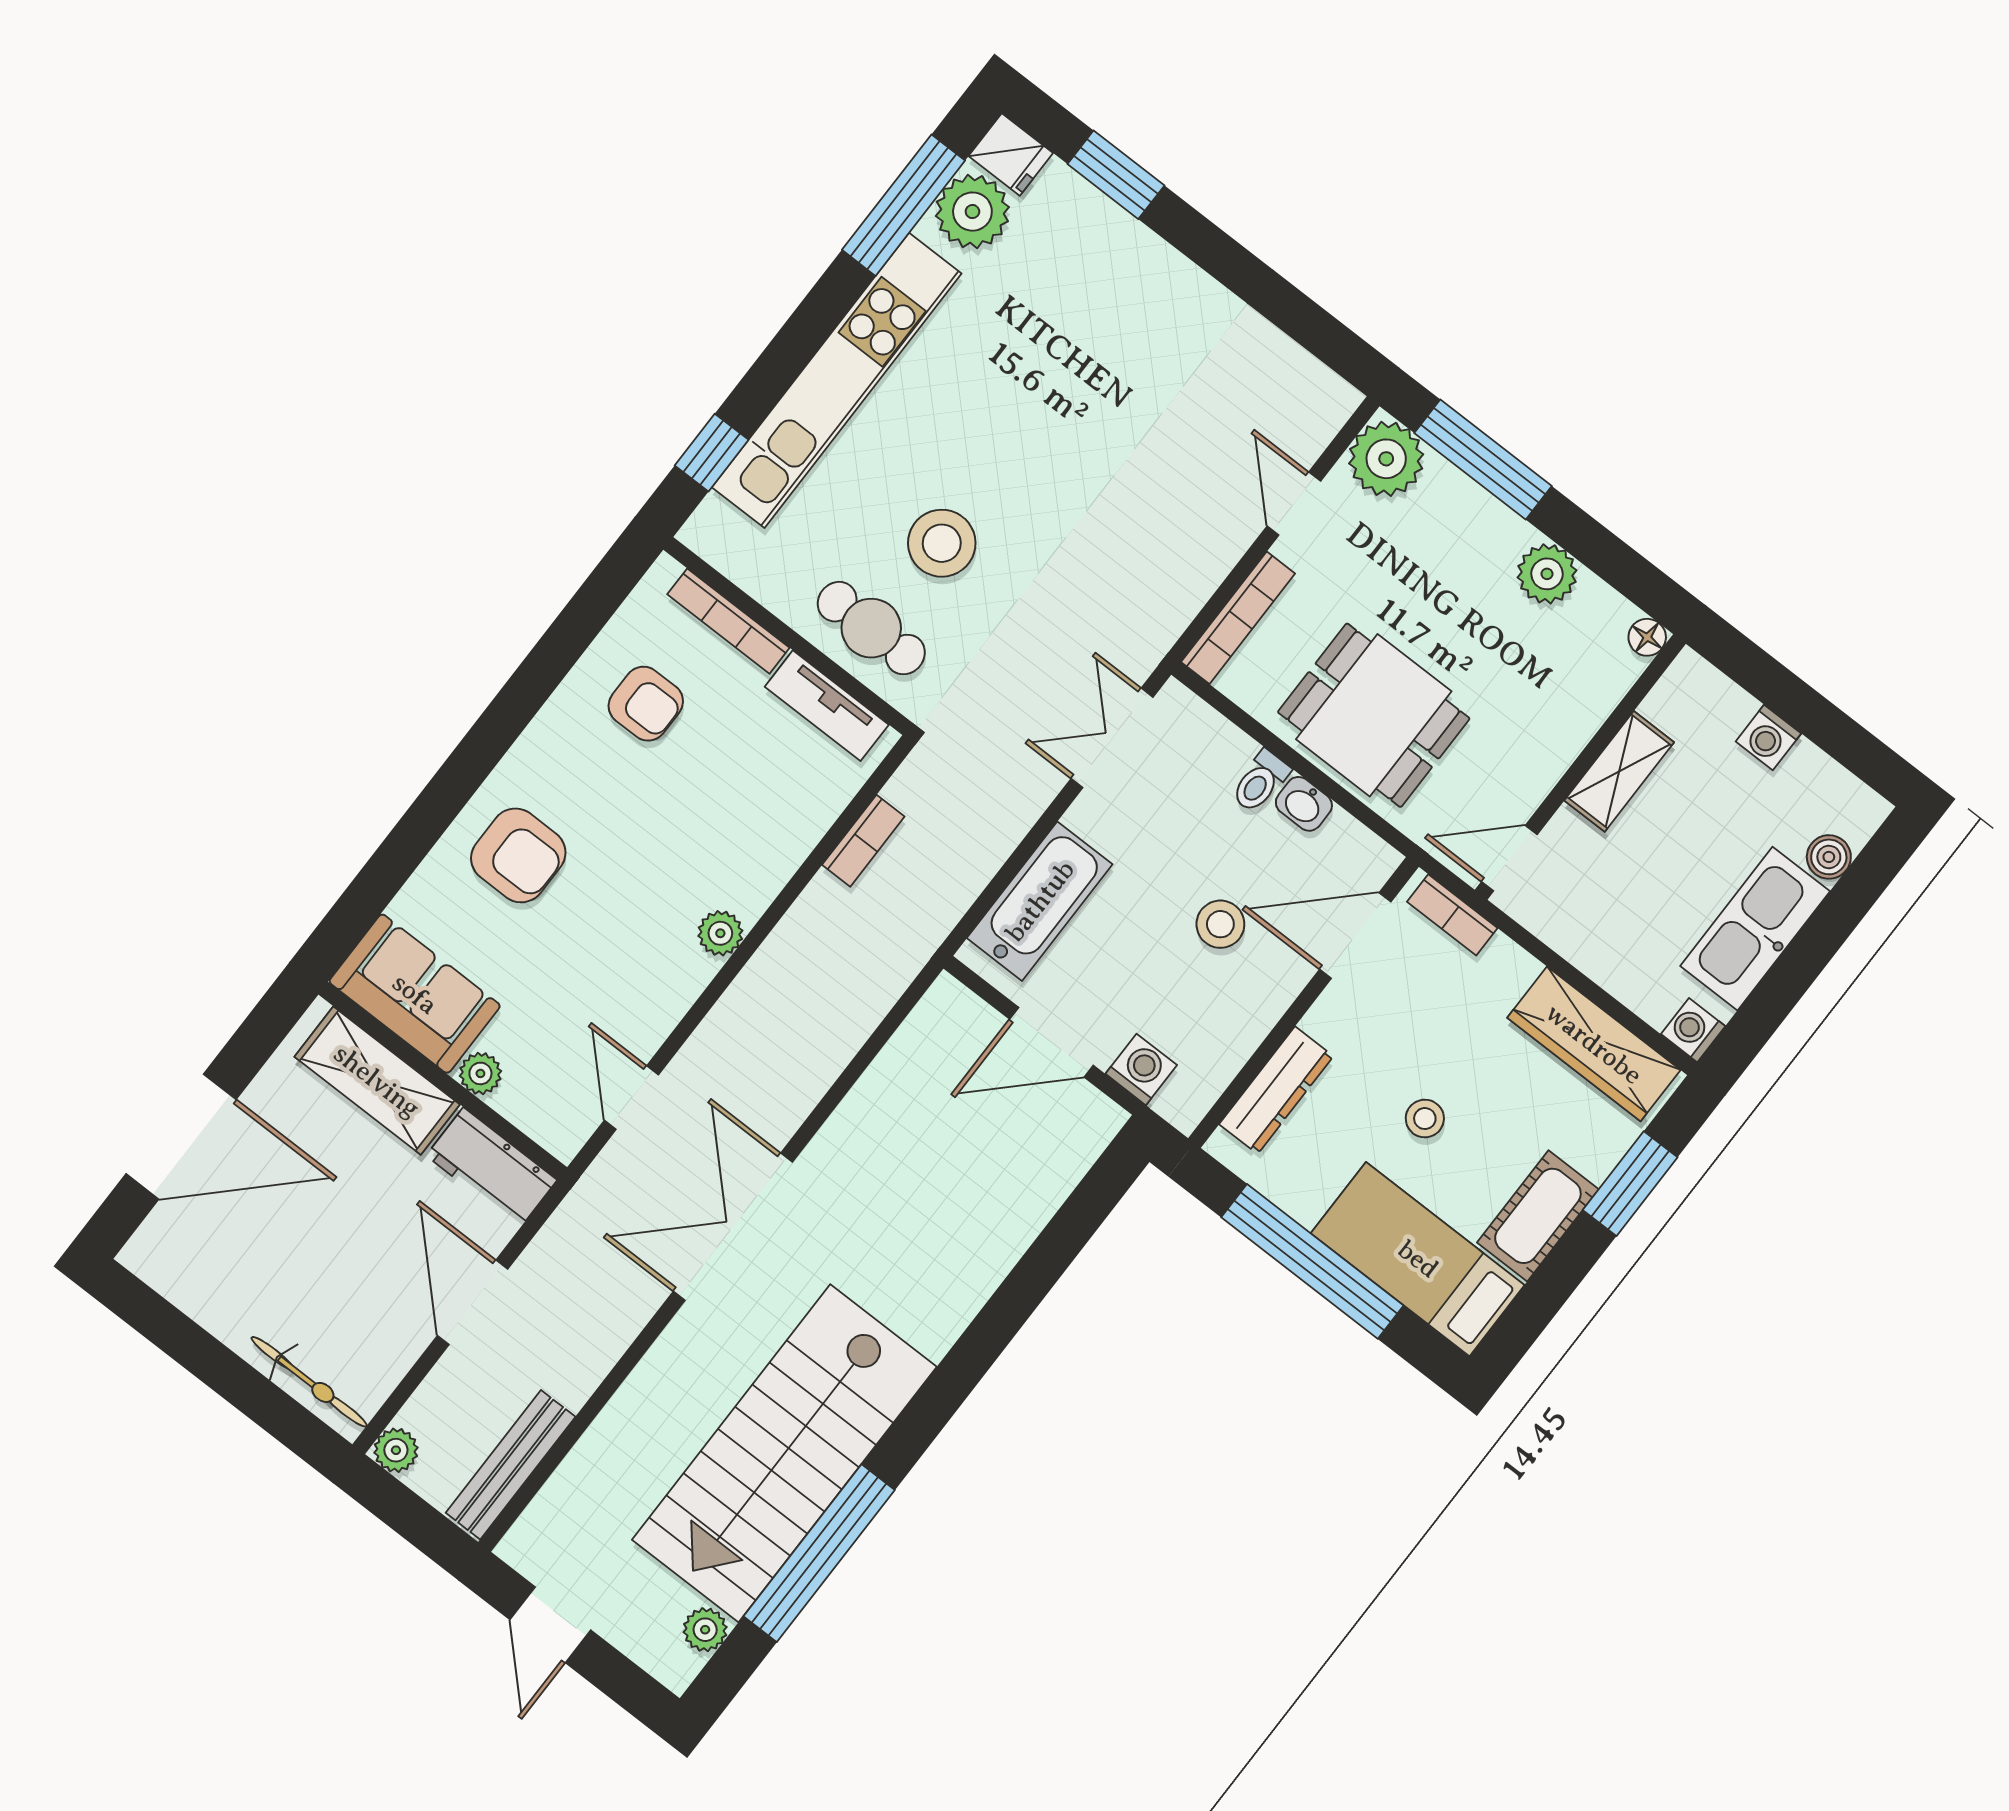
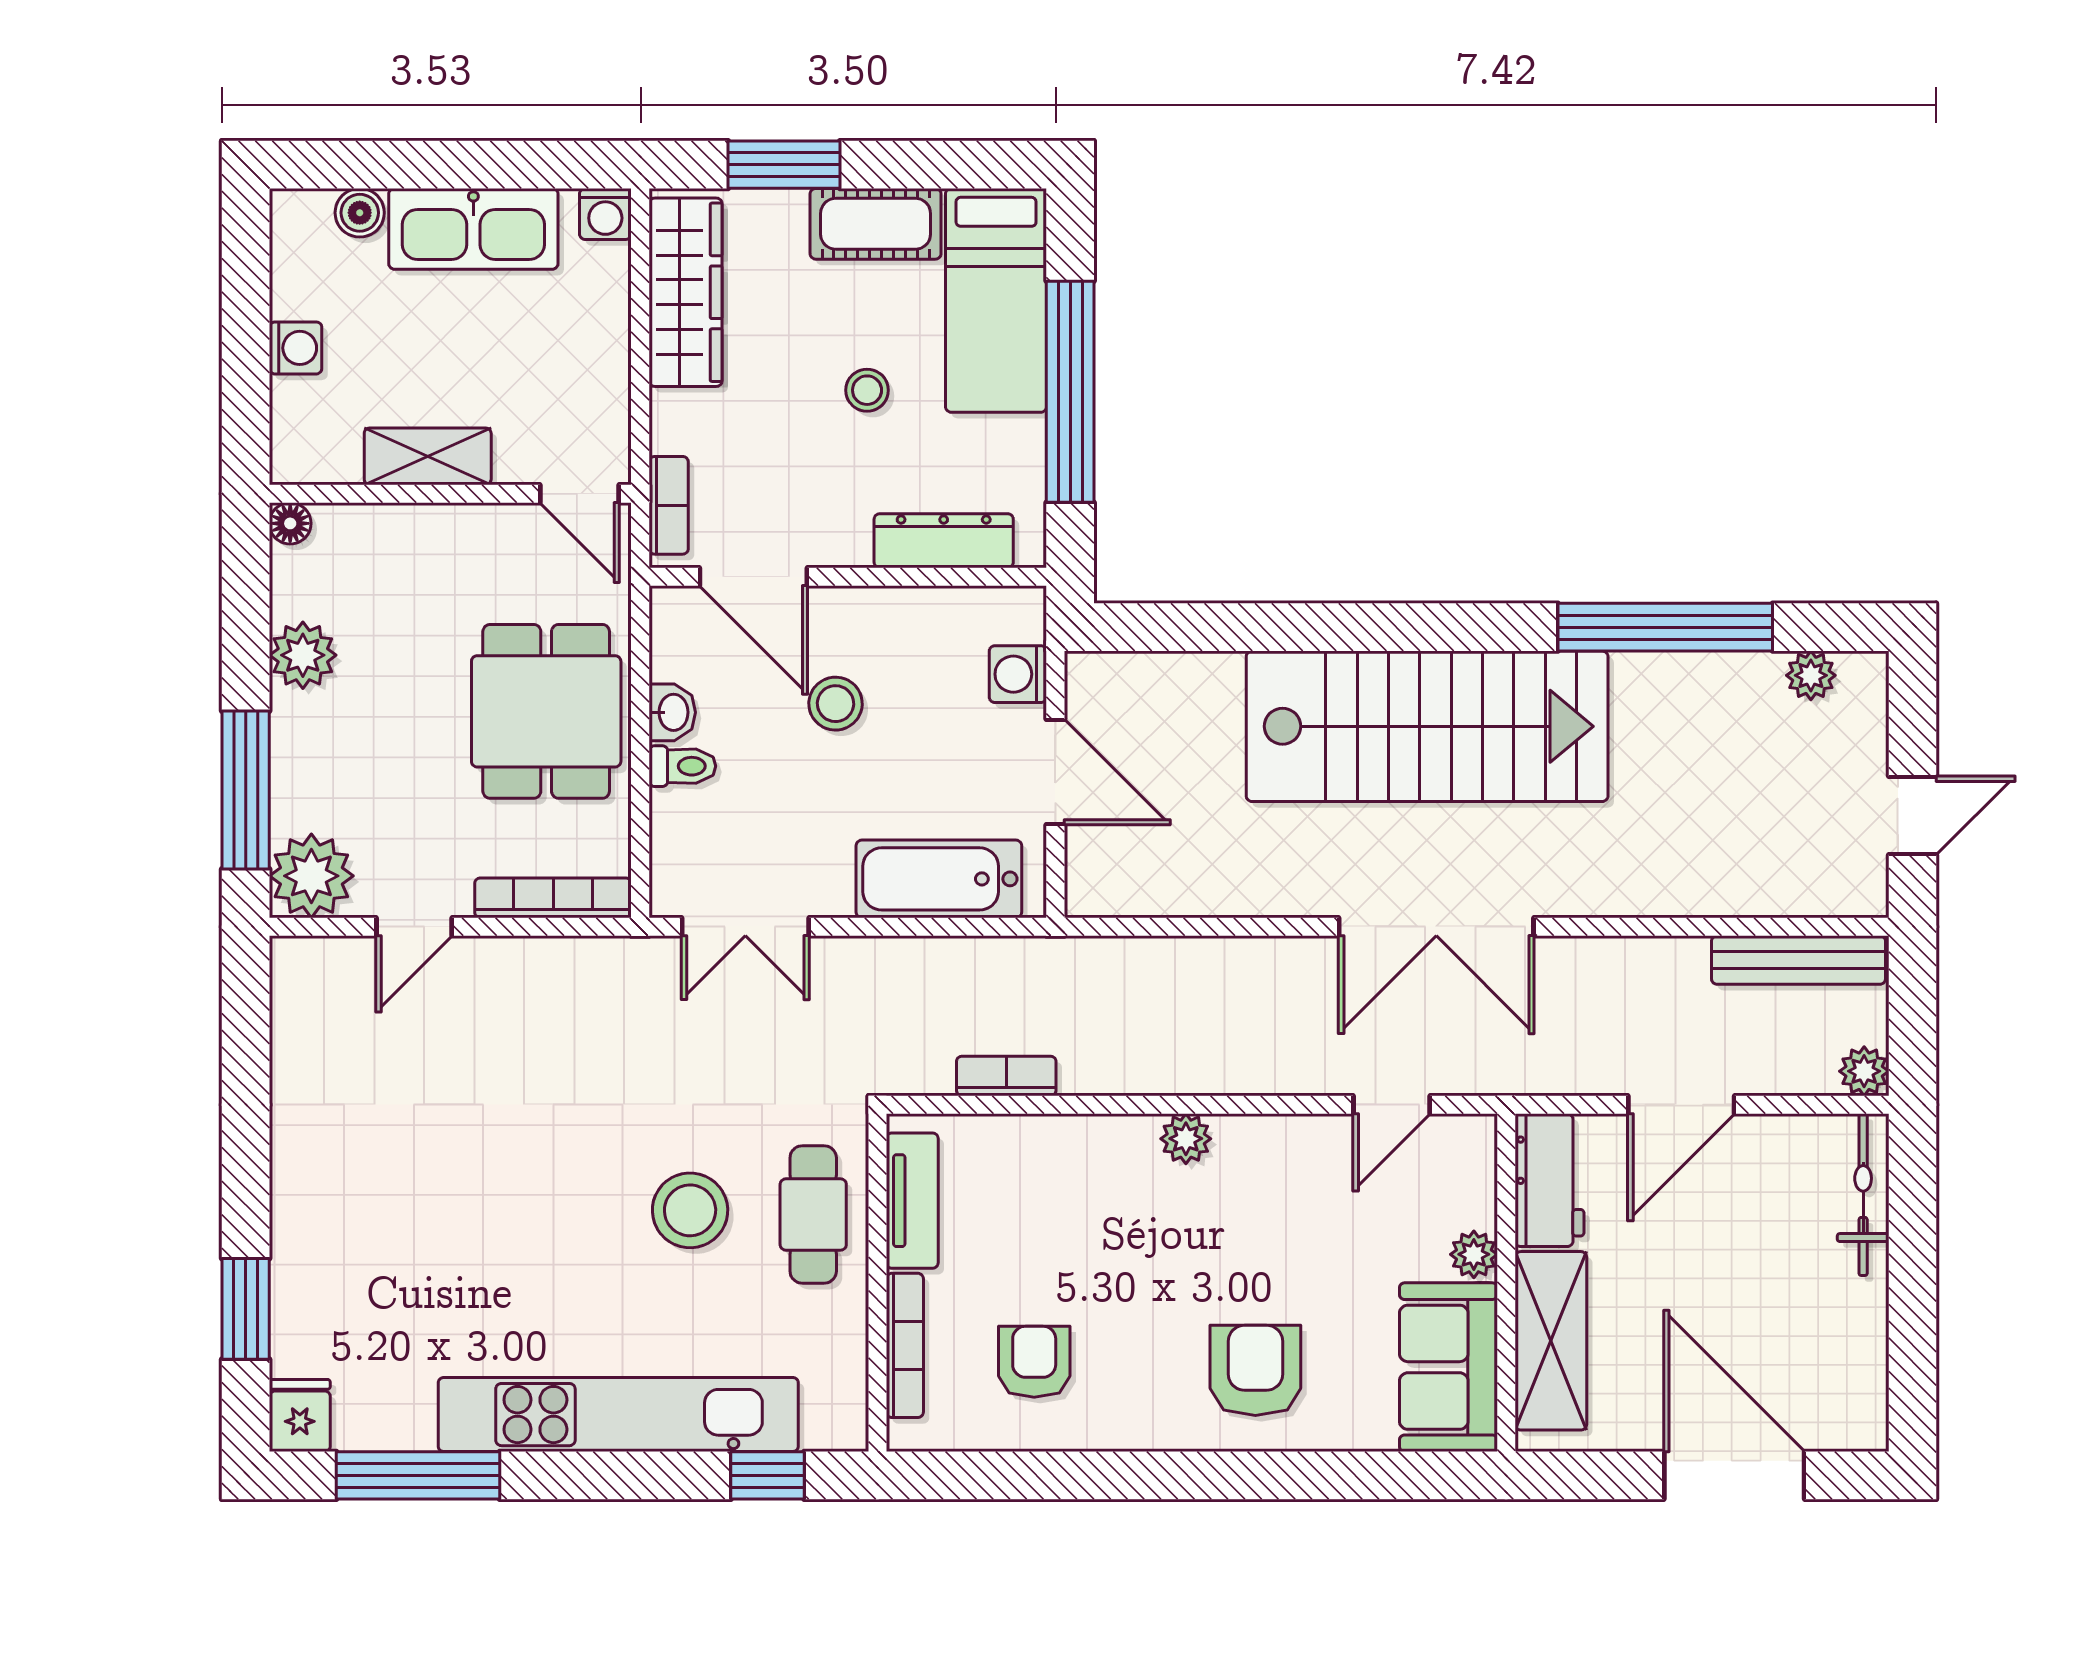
plant: (972, 212) -> (376, 1410), removed
stairs: (784, 1453) -> (1427, 726), moved

